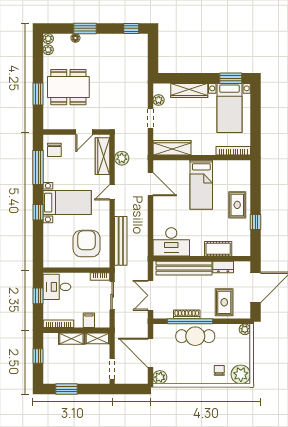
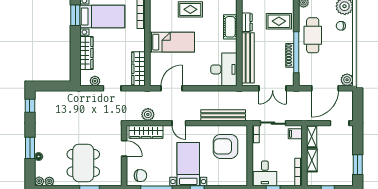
filing cabinet: (89, 320) -> (295, 134), moved
cafe table: (195, 336) -> (313, 35), moved

